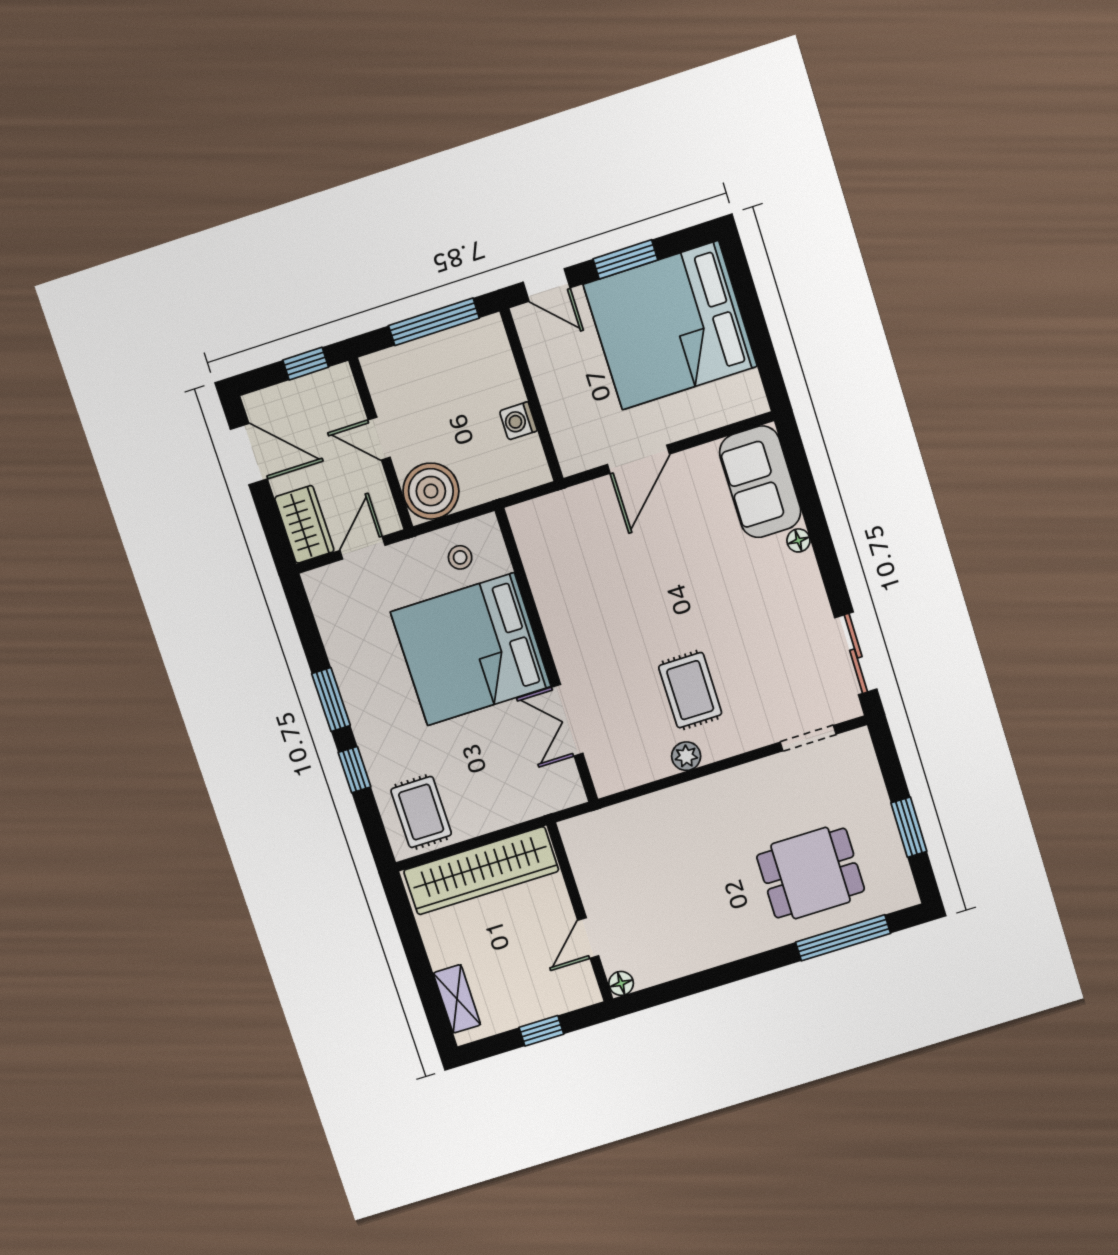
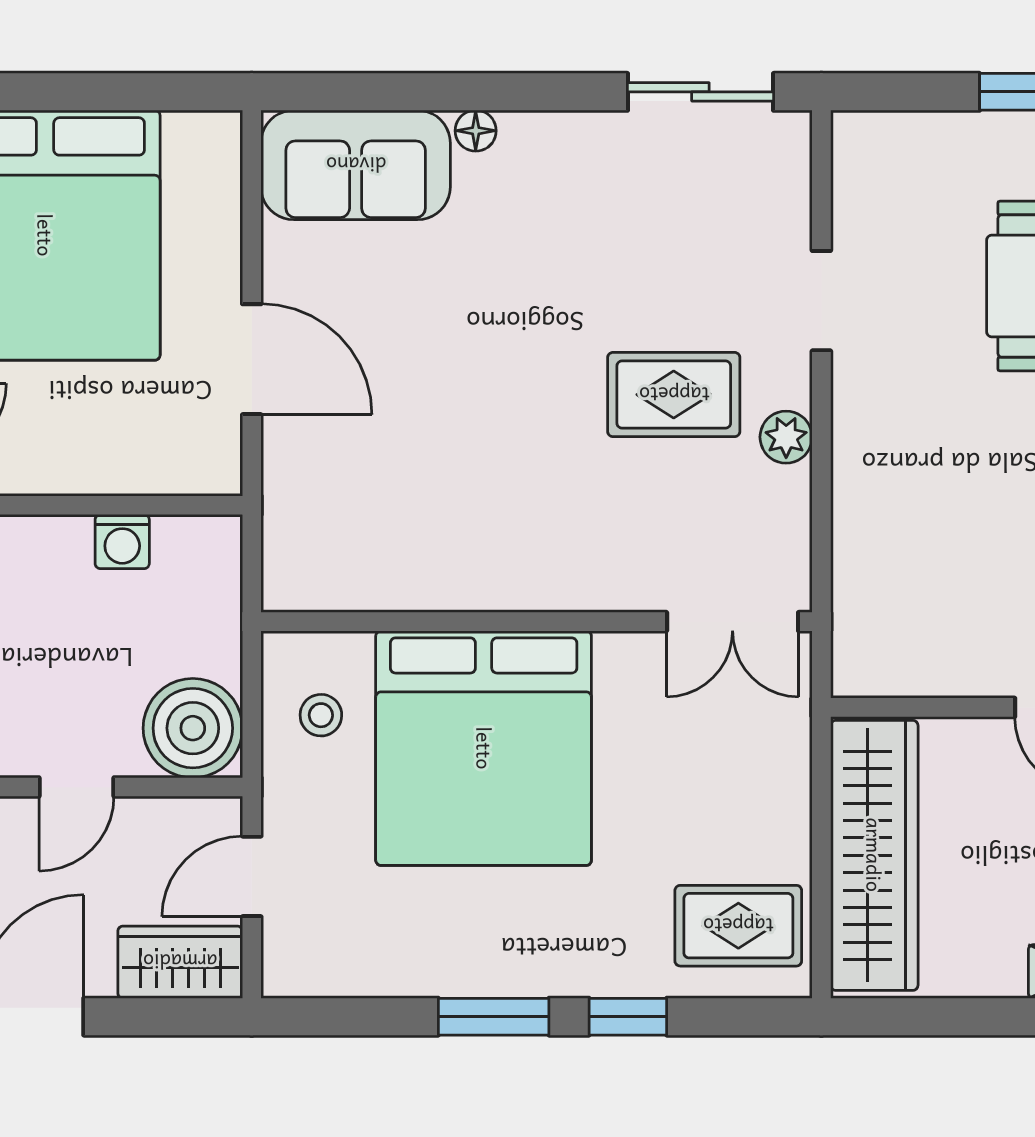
door: (362, 548) -> (252, 876), hinge flipped
double door: (567, 720) -> (733, 622), moved
doorway: (808, 738) -> (821, 301), moved

